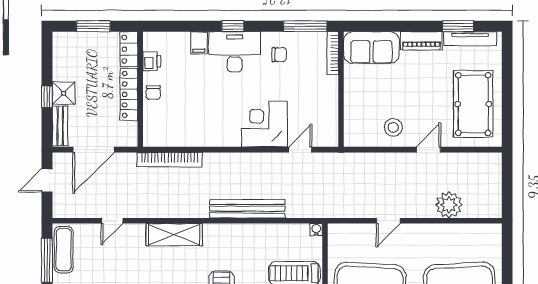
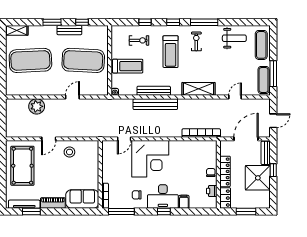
shower: (64, 93) -> (258, 178), width x1.86, depth x1.86
corner desk: (264, 124) -> (150, 159), width x1.36, depth x1.36
bench: (250, 231) -> (154, 91), added

